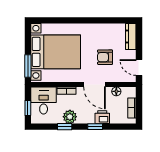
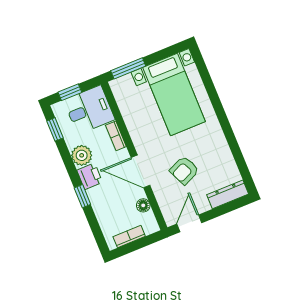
bed with nightstands: (56, 52) -> (174, 95), width x0.73
armchair: (105, 57) -> (184, 170), turned -114
door: (95, 84) -> (140, 171), hinge flipped
printer: (102, 117) -> (90, 176), moved
window: (65, 127) -> (55, 129), moved

